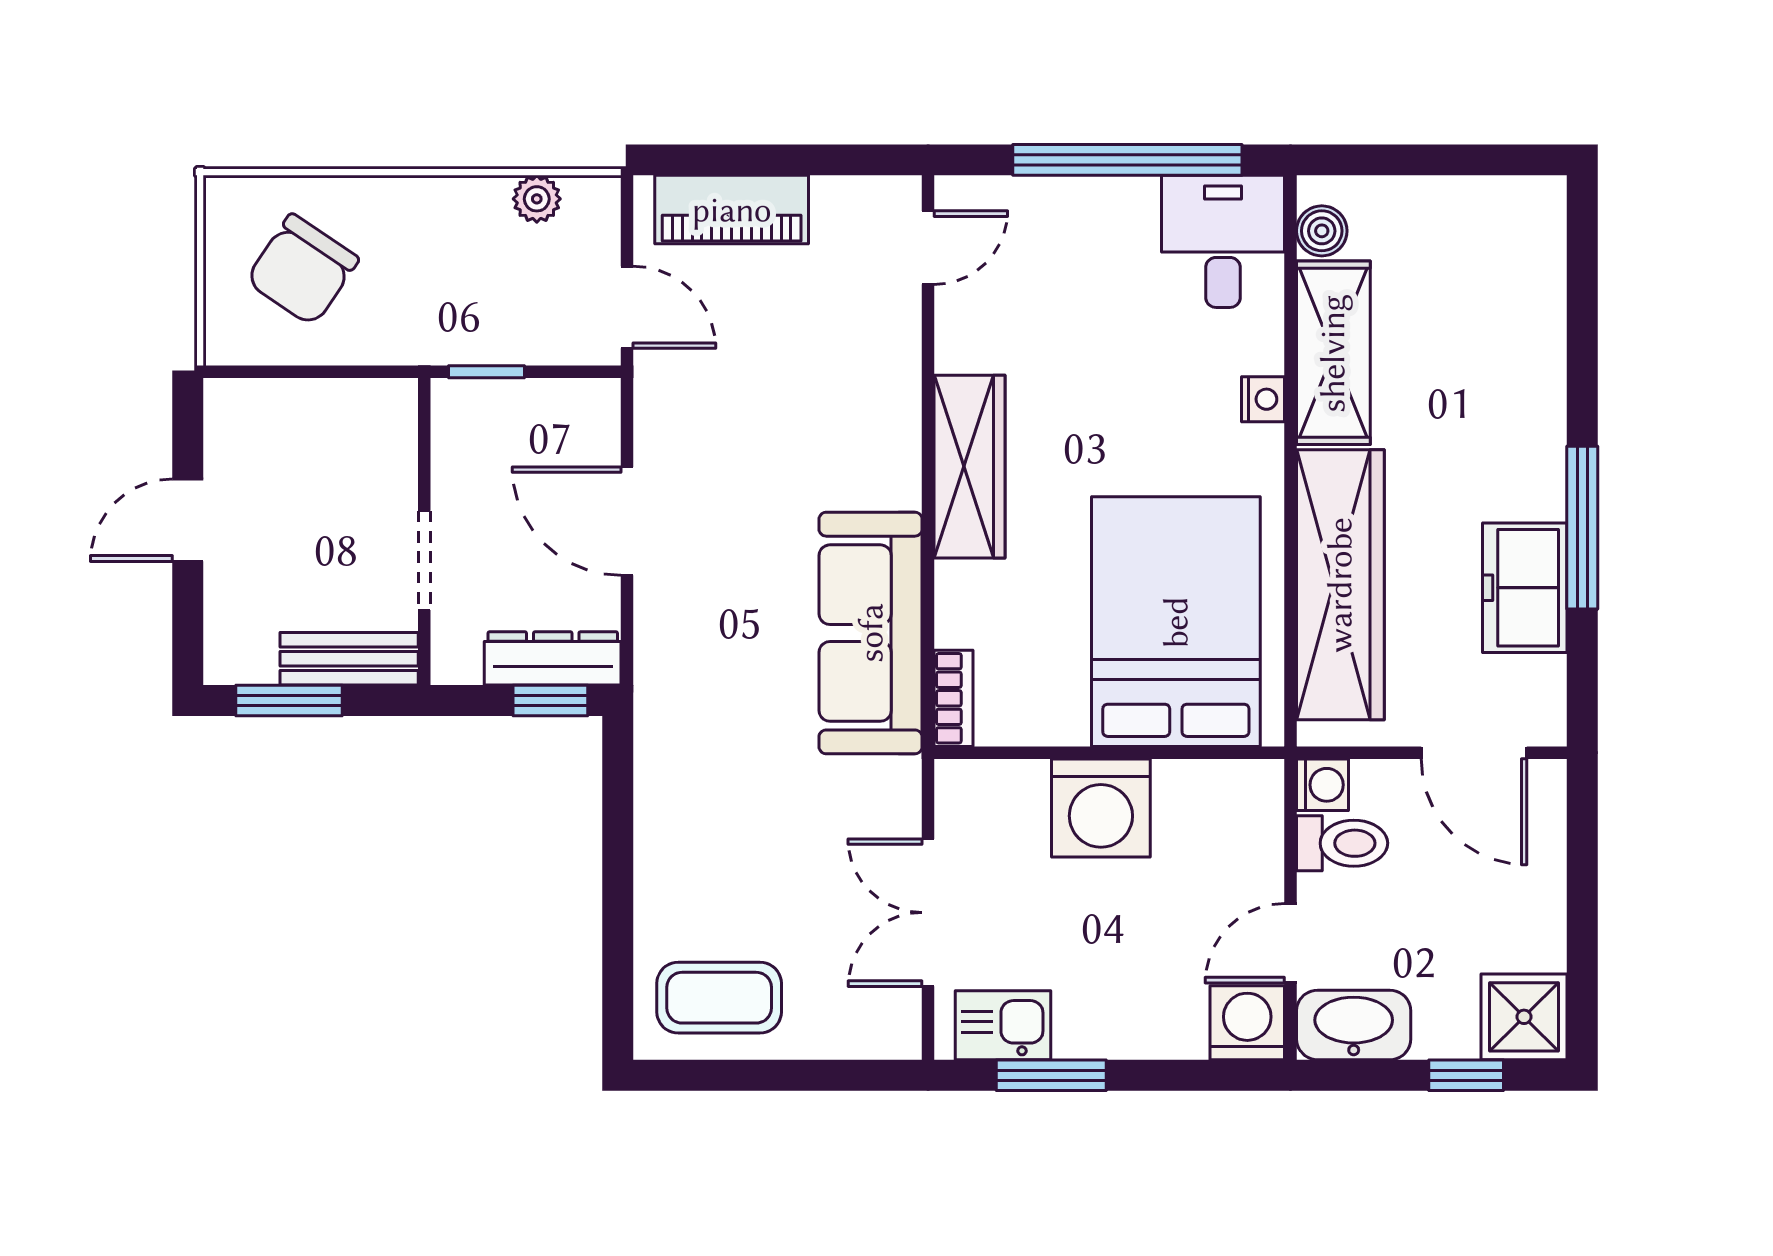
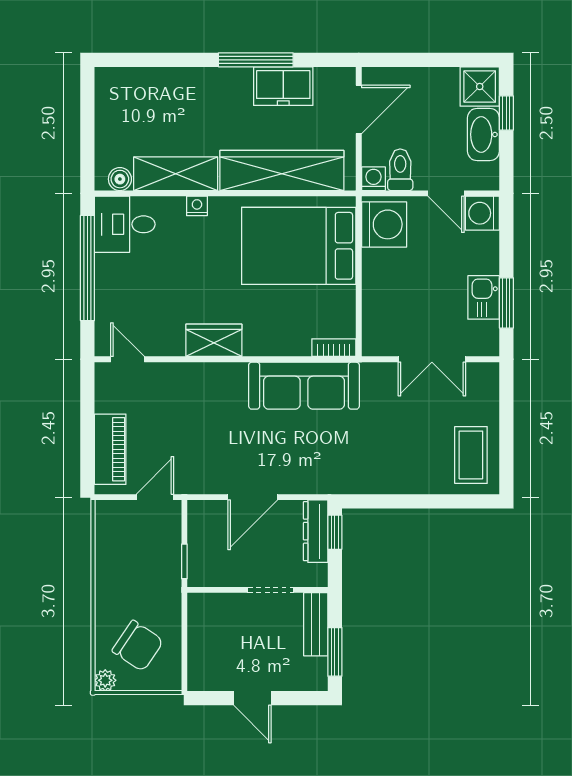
plant: (537, 199) -> (105, 680), moved
wardrobe: (970, 467) -> (214, 340), width x0.67
washing machine: (1101, 808) -> (384, 224), moved
kitchen sink: (1003, 1025) -> (484, 297), moved
washbasin: (1354, 1025) -> (483, 134), moved

